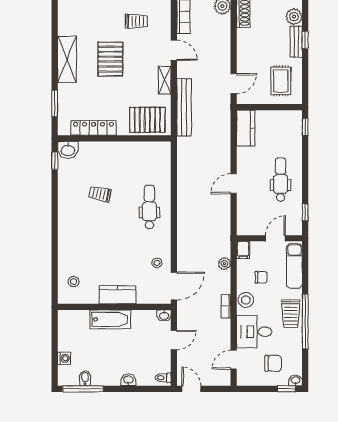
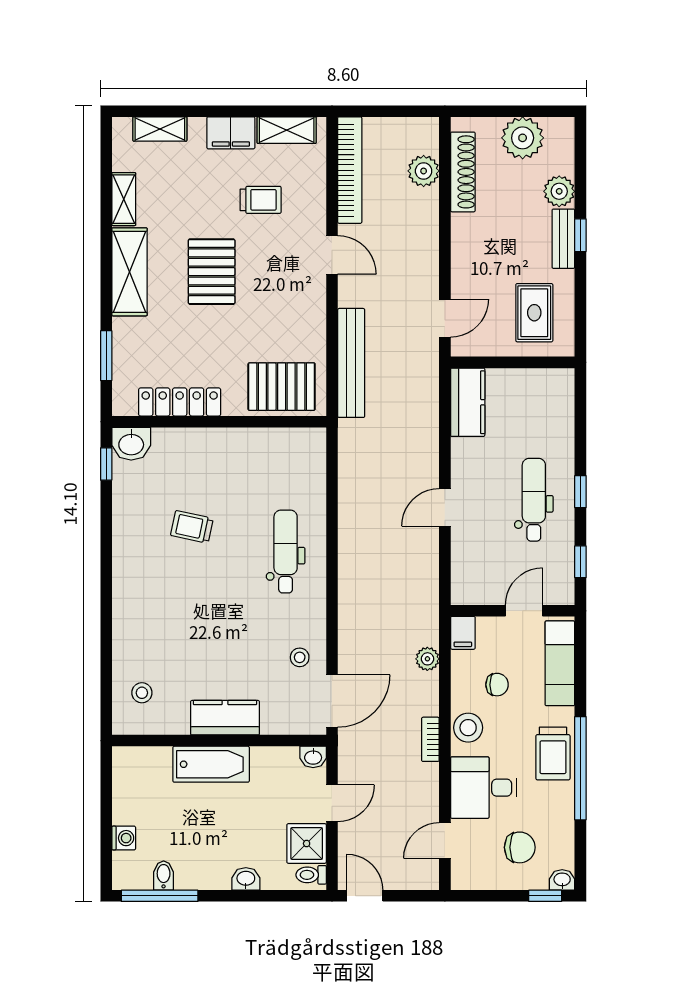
shelving: (165, 80) -> (124, 199), moved
window: (305, 127) -> (580, 492), moved
shower: (161, 361) -> (307, 843), added

